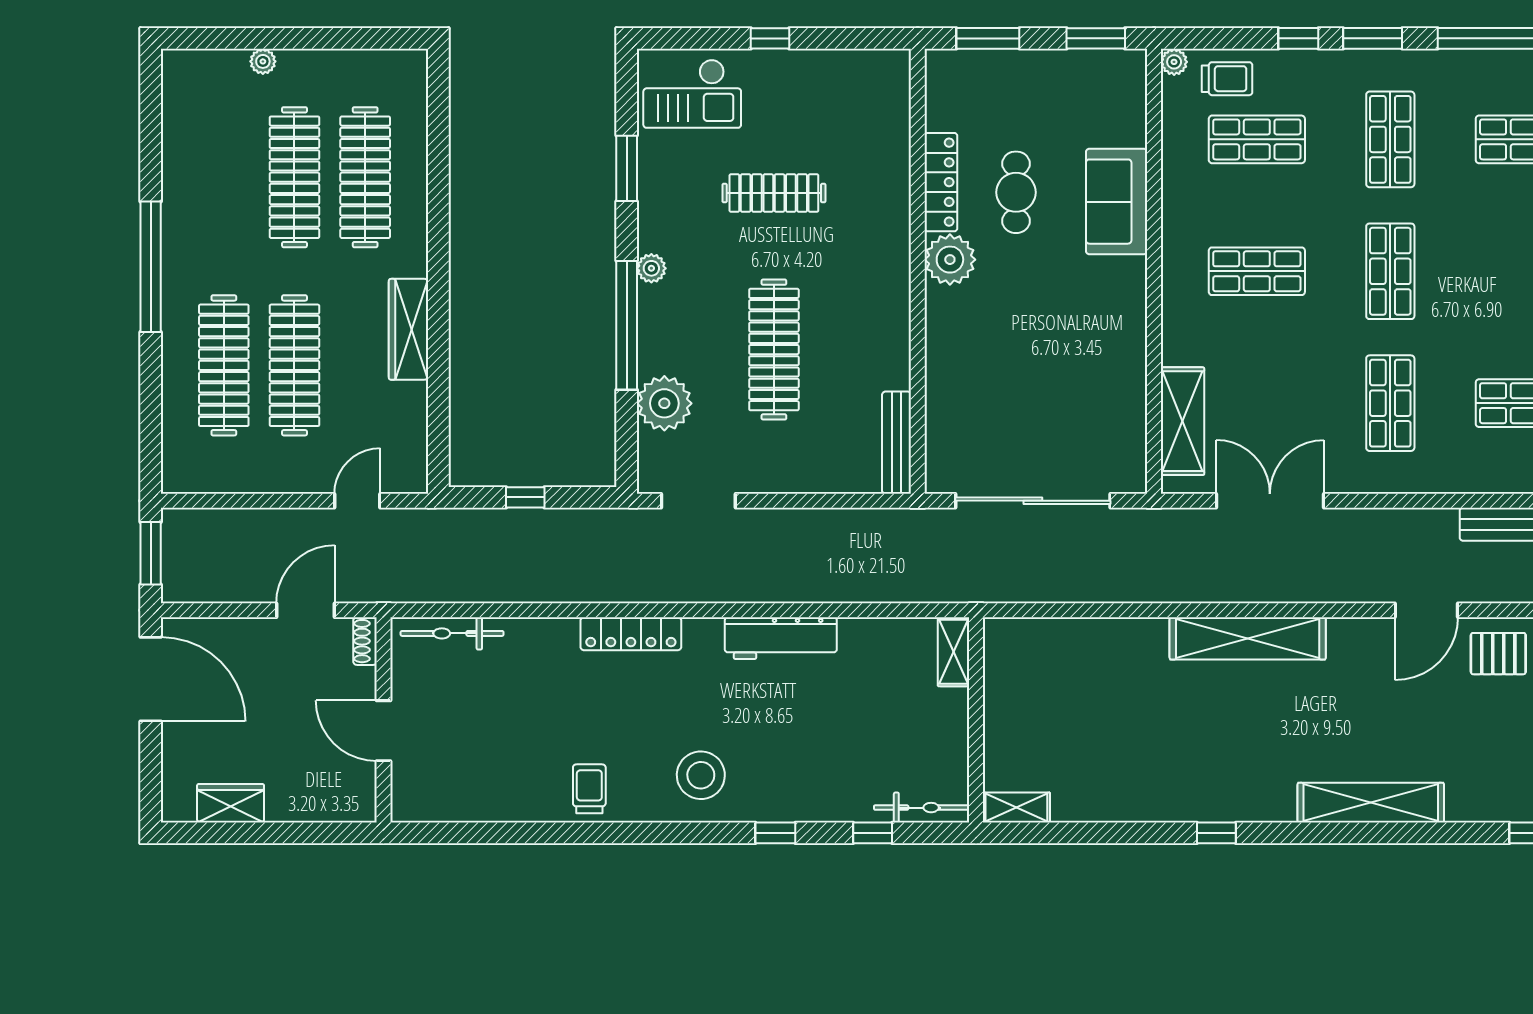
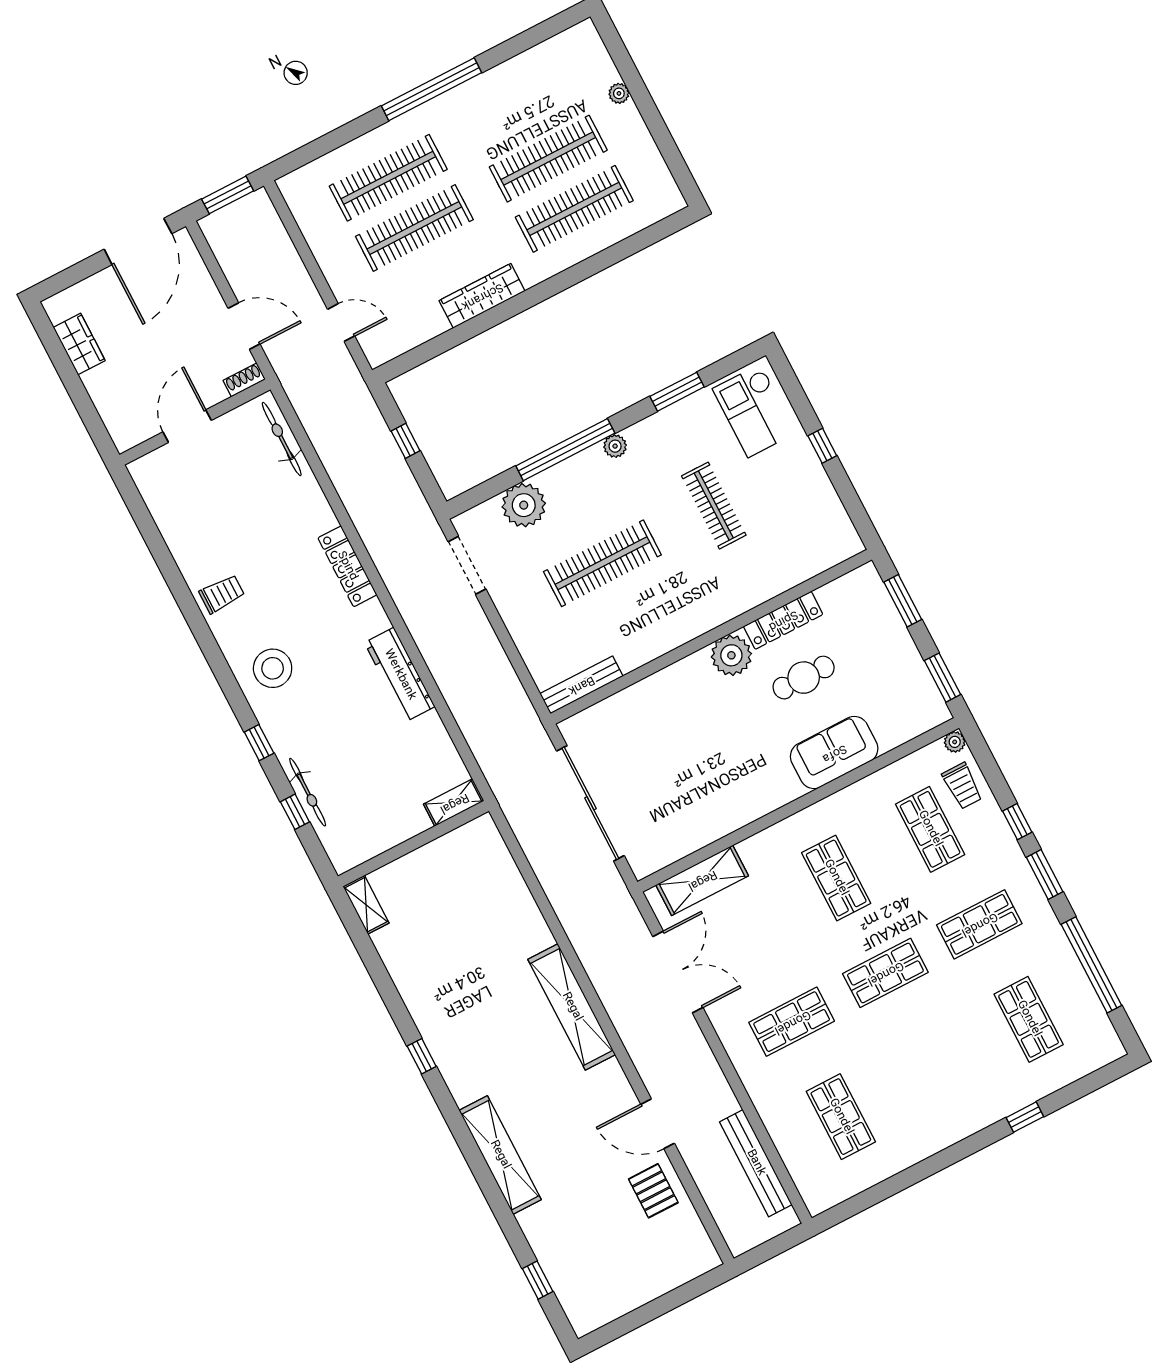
bicycle: (922, 808) -> (308, 792), moved

